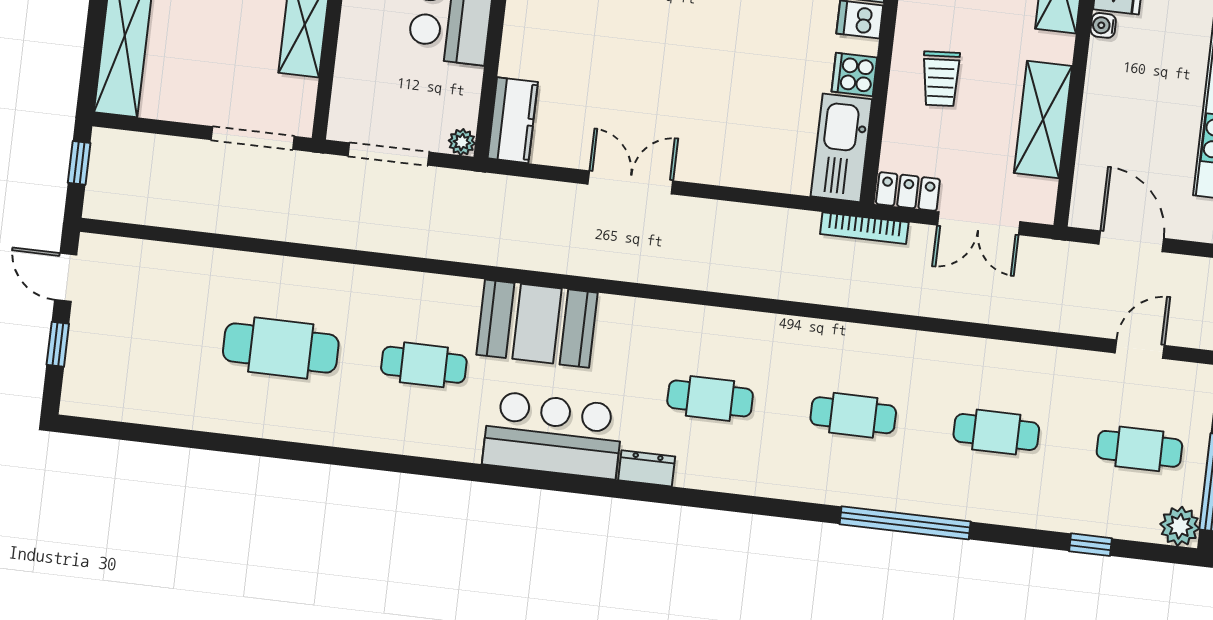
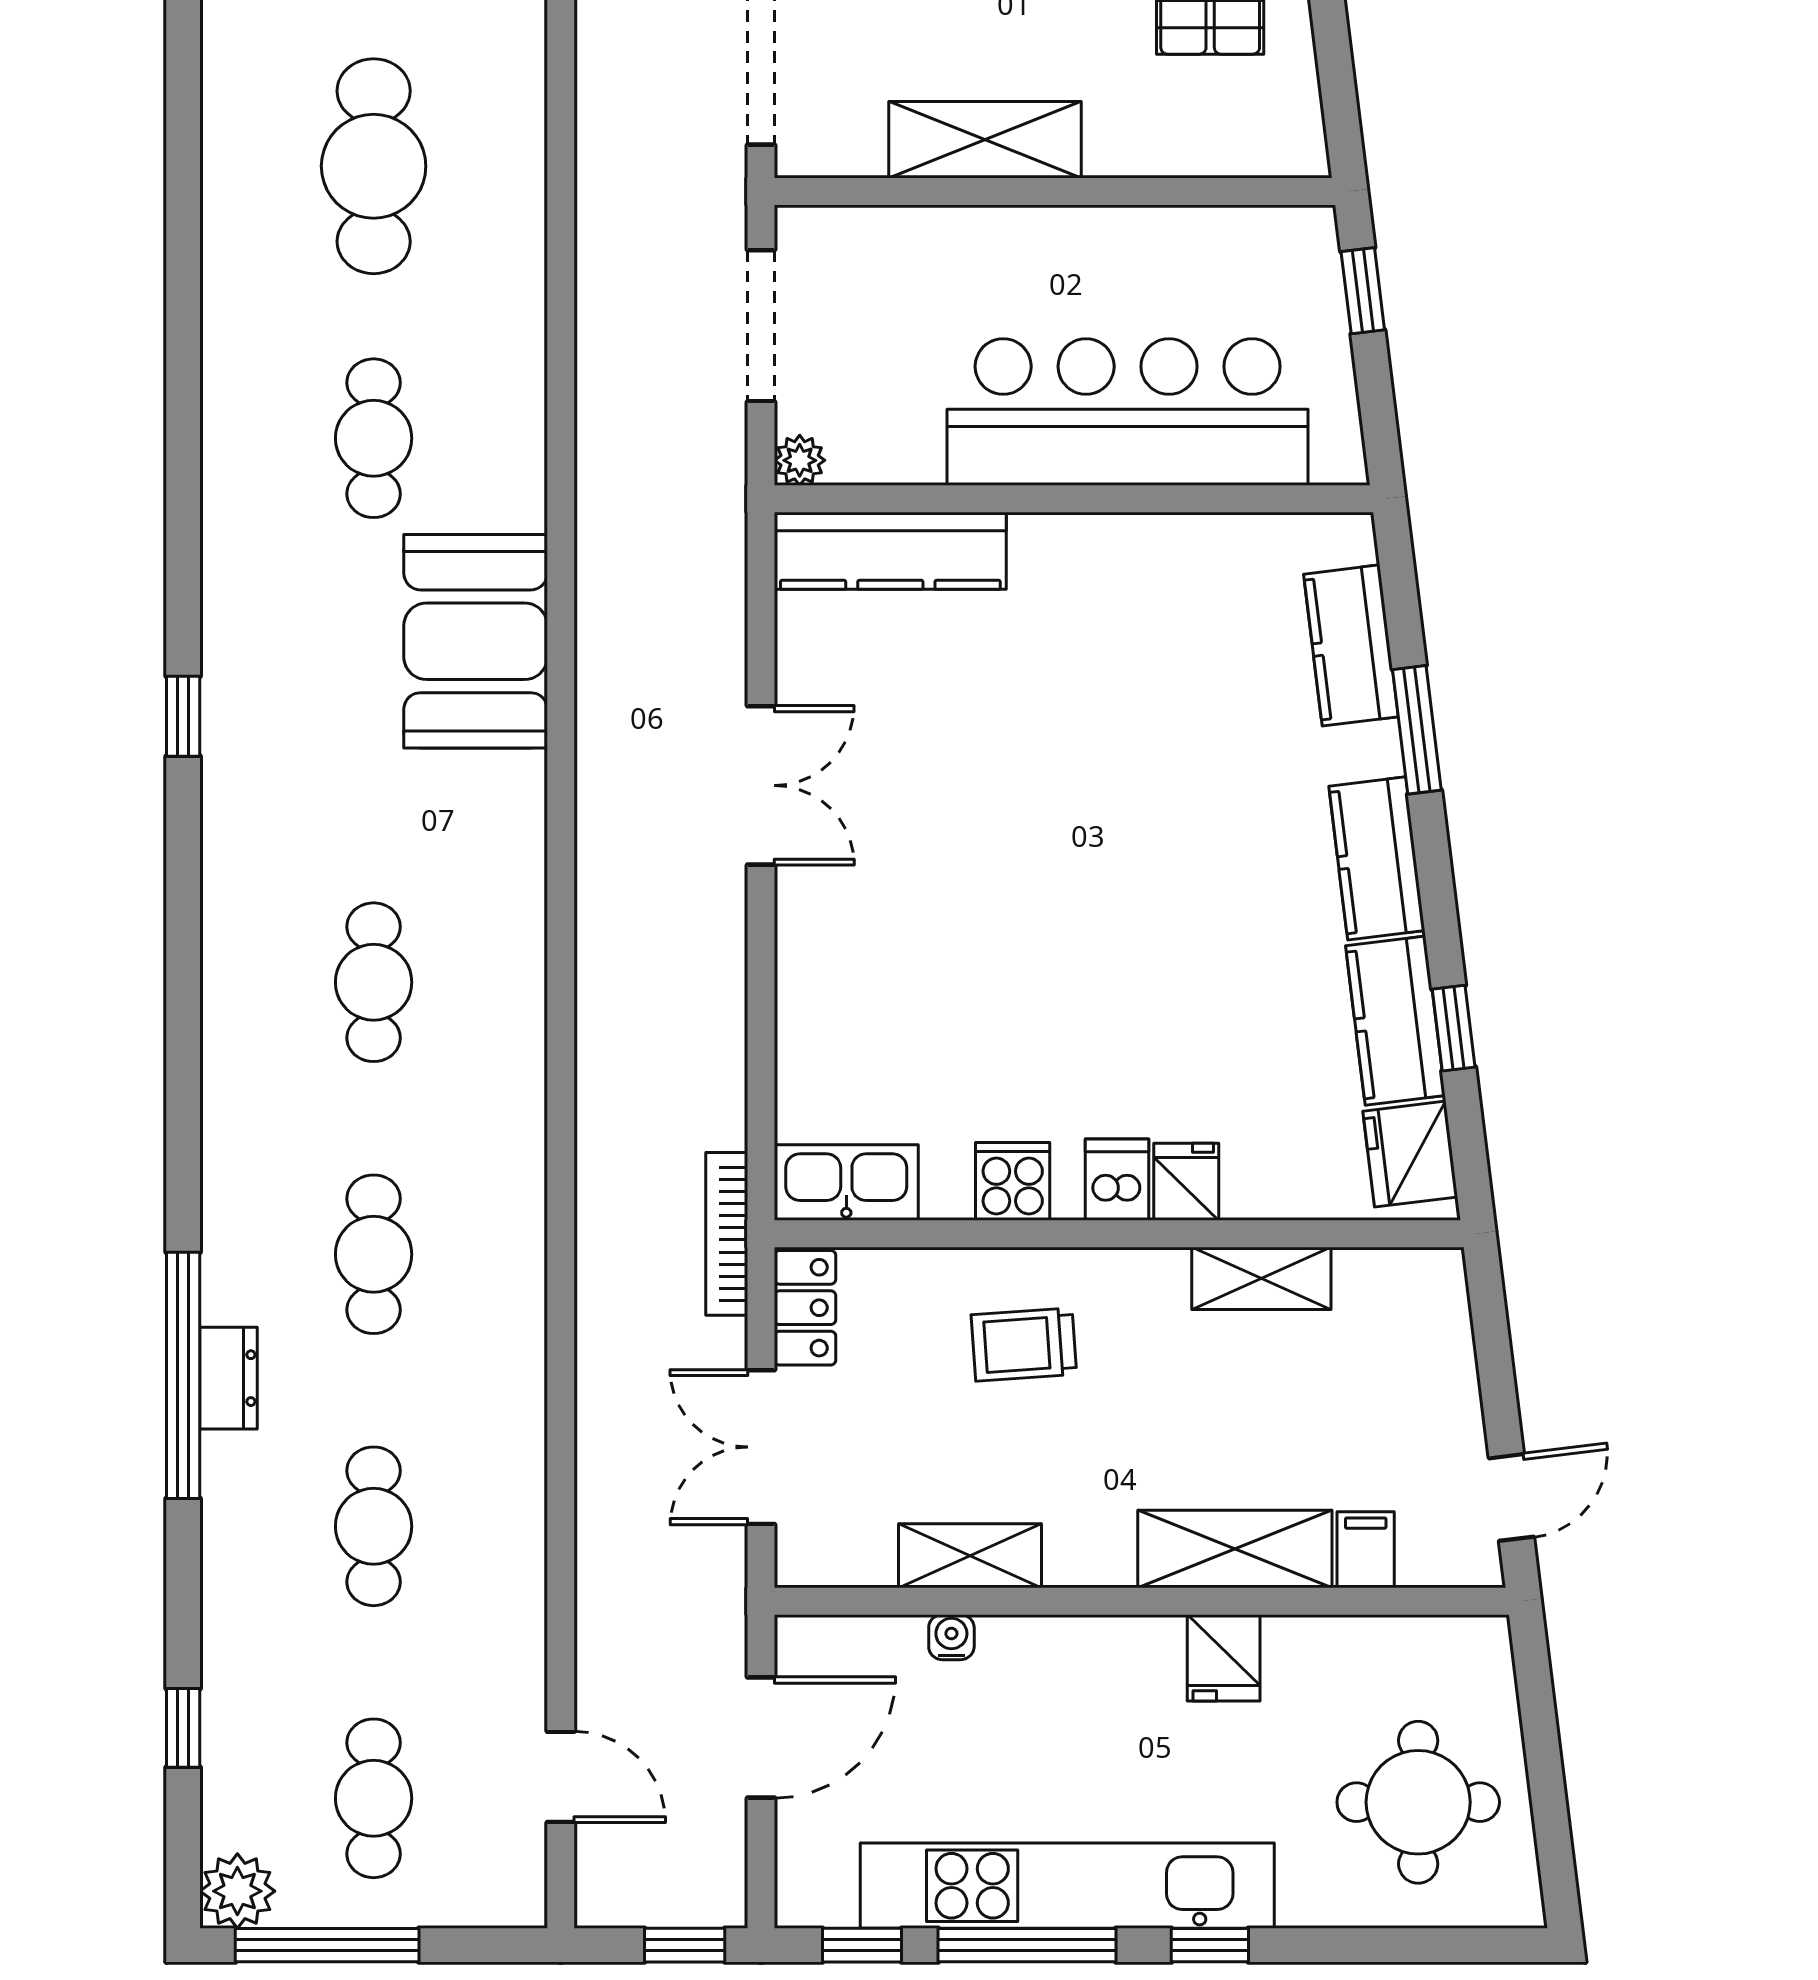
water cooler: (1103, 25) -> (951, 1637), moved
shelving: (1043, 119) -> (970, 1556), width x0.67, depth x0.75
kitchen counter: (513, 120) -> (890, 551), width x1.50
kitchen sink: (841, 148) -> (846, 1182), width x0.73, depth x0.81
bar counter: (553, 435) -> (270, 696), removed
dresser: (647, 468) -> (229, 1378), moved
window: (558, 482) -> (183, 716), added

